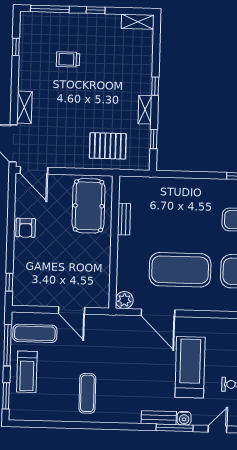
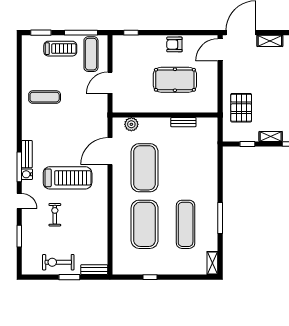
pool table: (89, 206) -> (175, 80), moved
plant: (124, 300) -> (131, 124), moved
treadmill: (27, 372) -> (60, 49), turned 180

